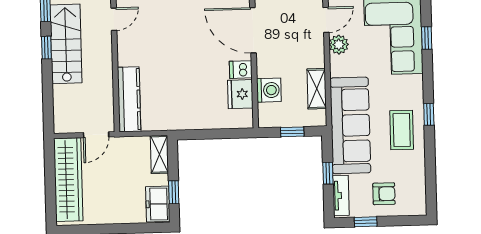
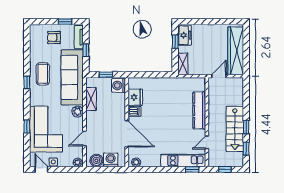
plant: (339, 45) -> (78, 112), moved
washing machine: (269, 90) -> (119, 85), moved
kitchen counter: (129, 99) -> (199, 110), moved

